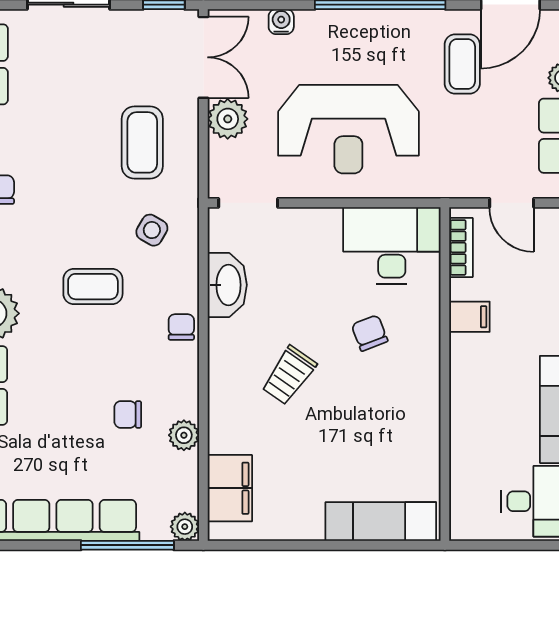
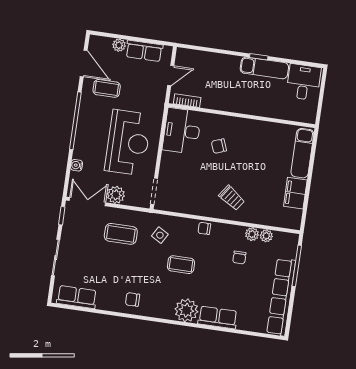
washbasin: (227, 285) -> (189, 206), removed
coffee table: (93, 287) -> (181, 265), turned 90
filing cabinet: (469, 317) -> (218, 101), removed
trolley: (289, 375) -> (232, 198), moved
filing cabinet: (230, 488) -> (295, 193), moved, turned -90
plant: (185, 527) -> (266, 236), moved

